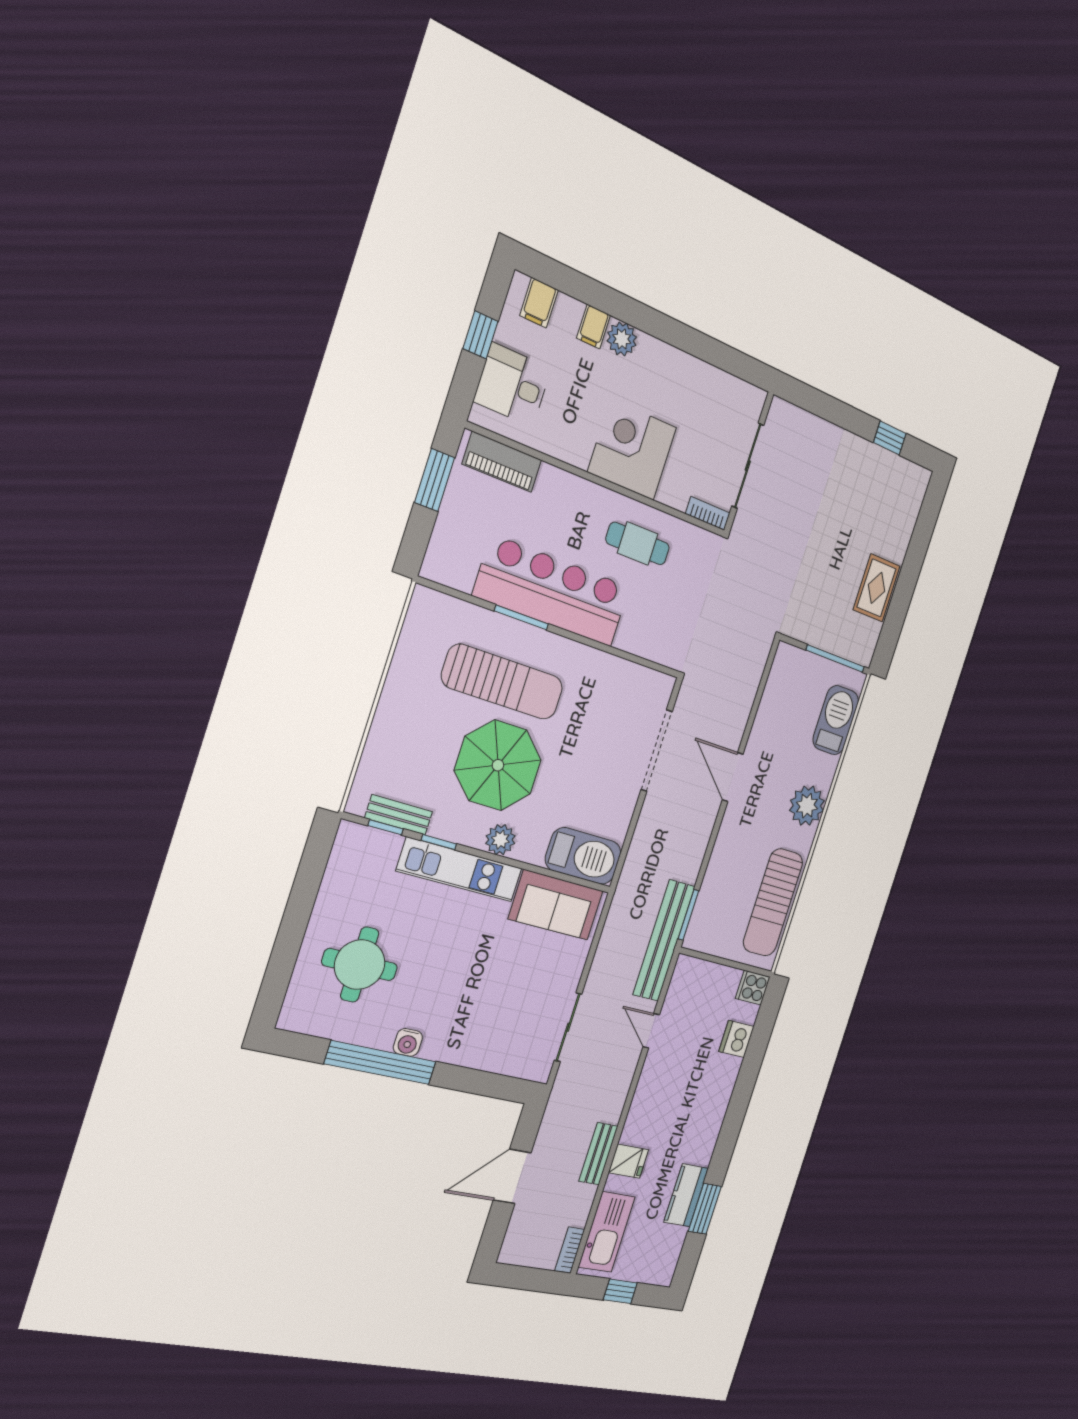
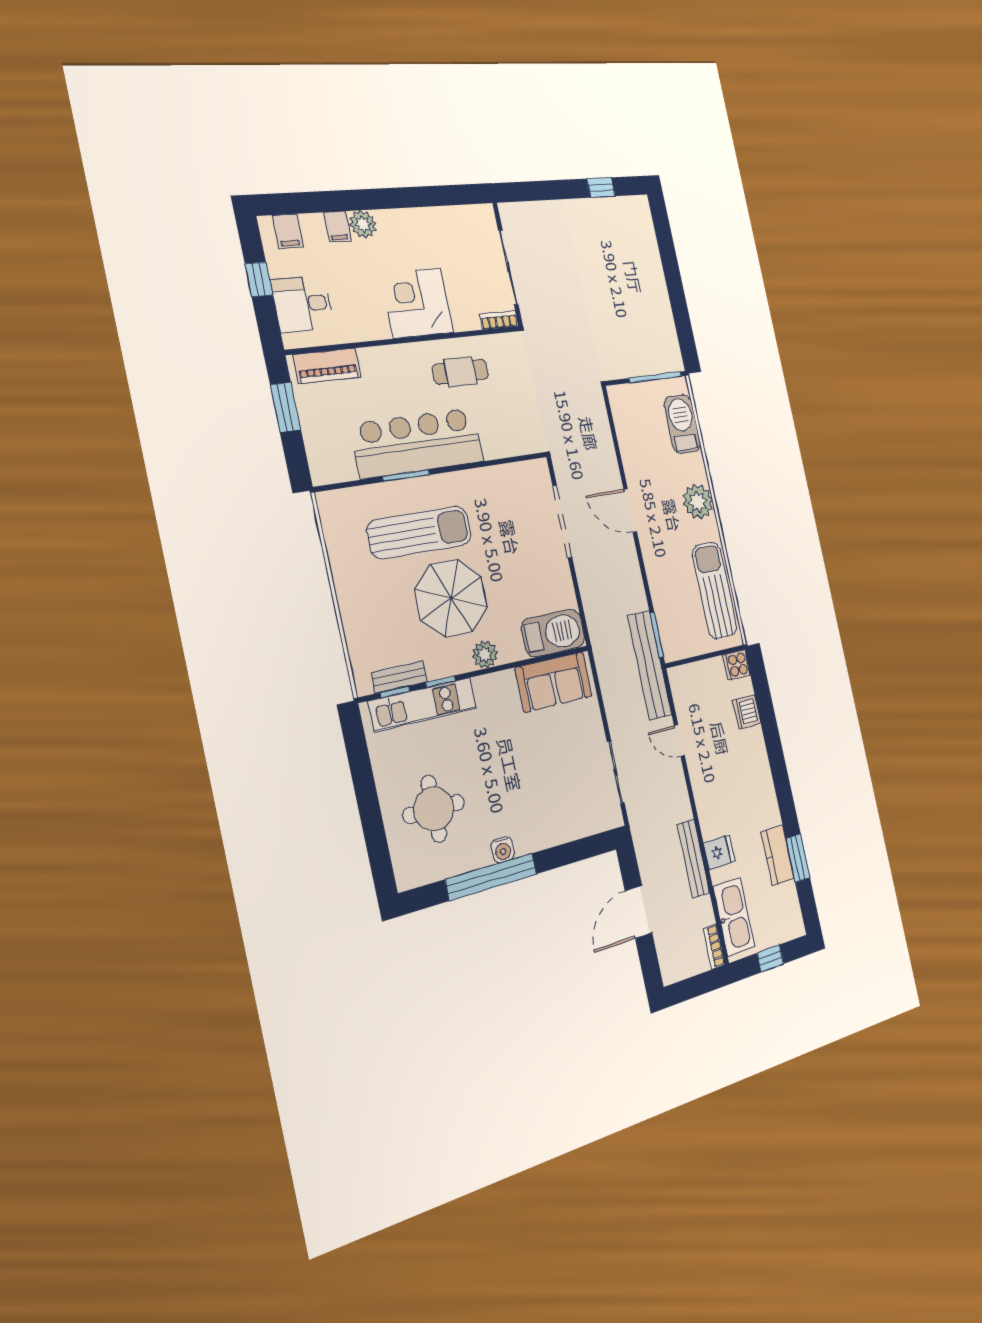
rug: (876, 588) -> (655, 306), removed
kitchen unit: (460, 870) -> (423, 705), moved
sun lounger: (773, 902) -> (715, 590), turned 180
bench: (598, 1154) -> (693, 859), width x1.36

